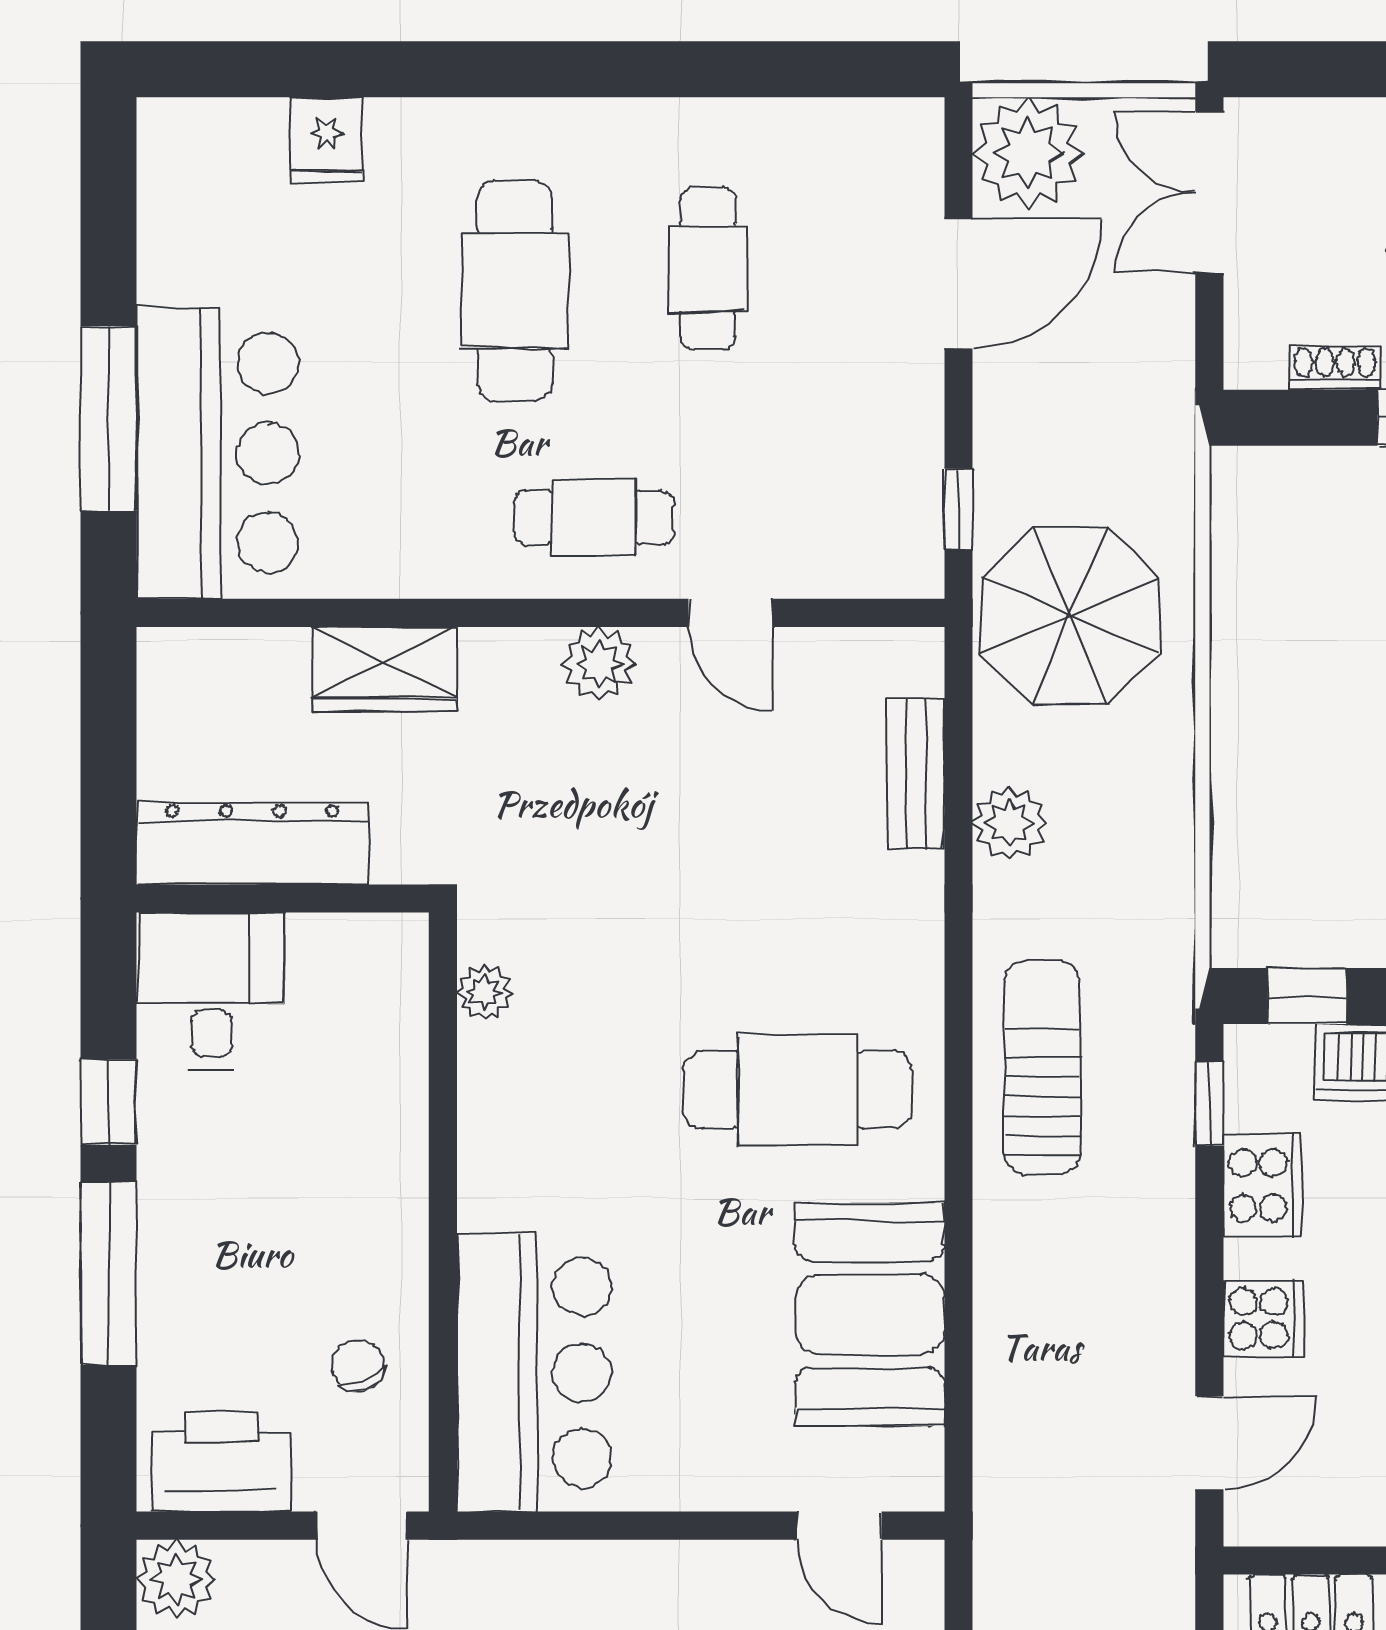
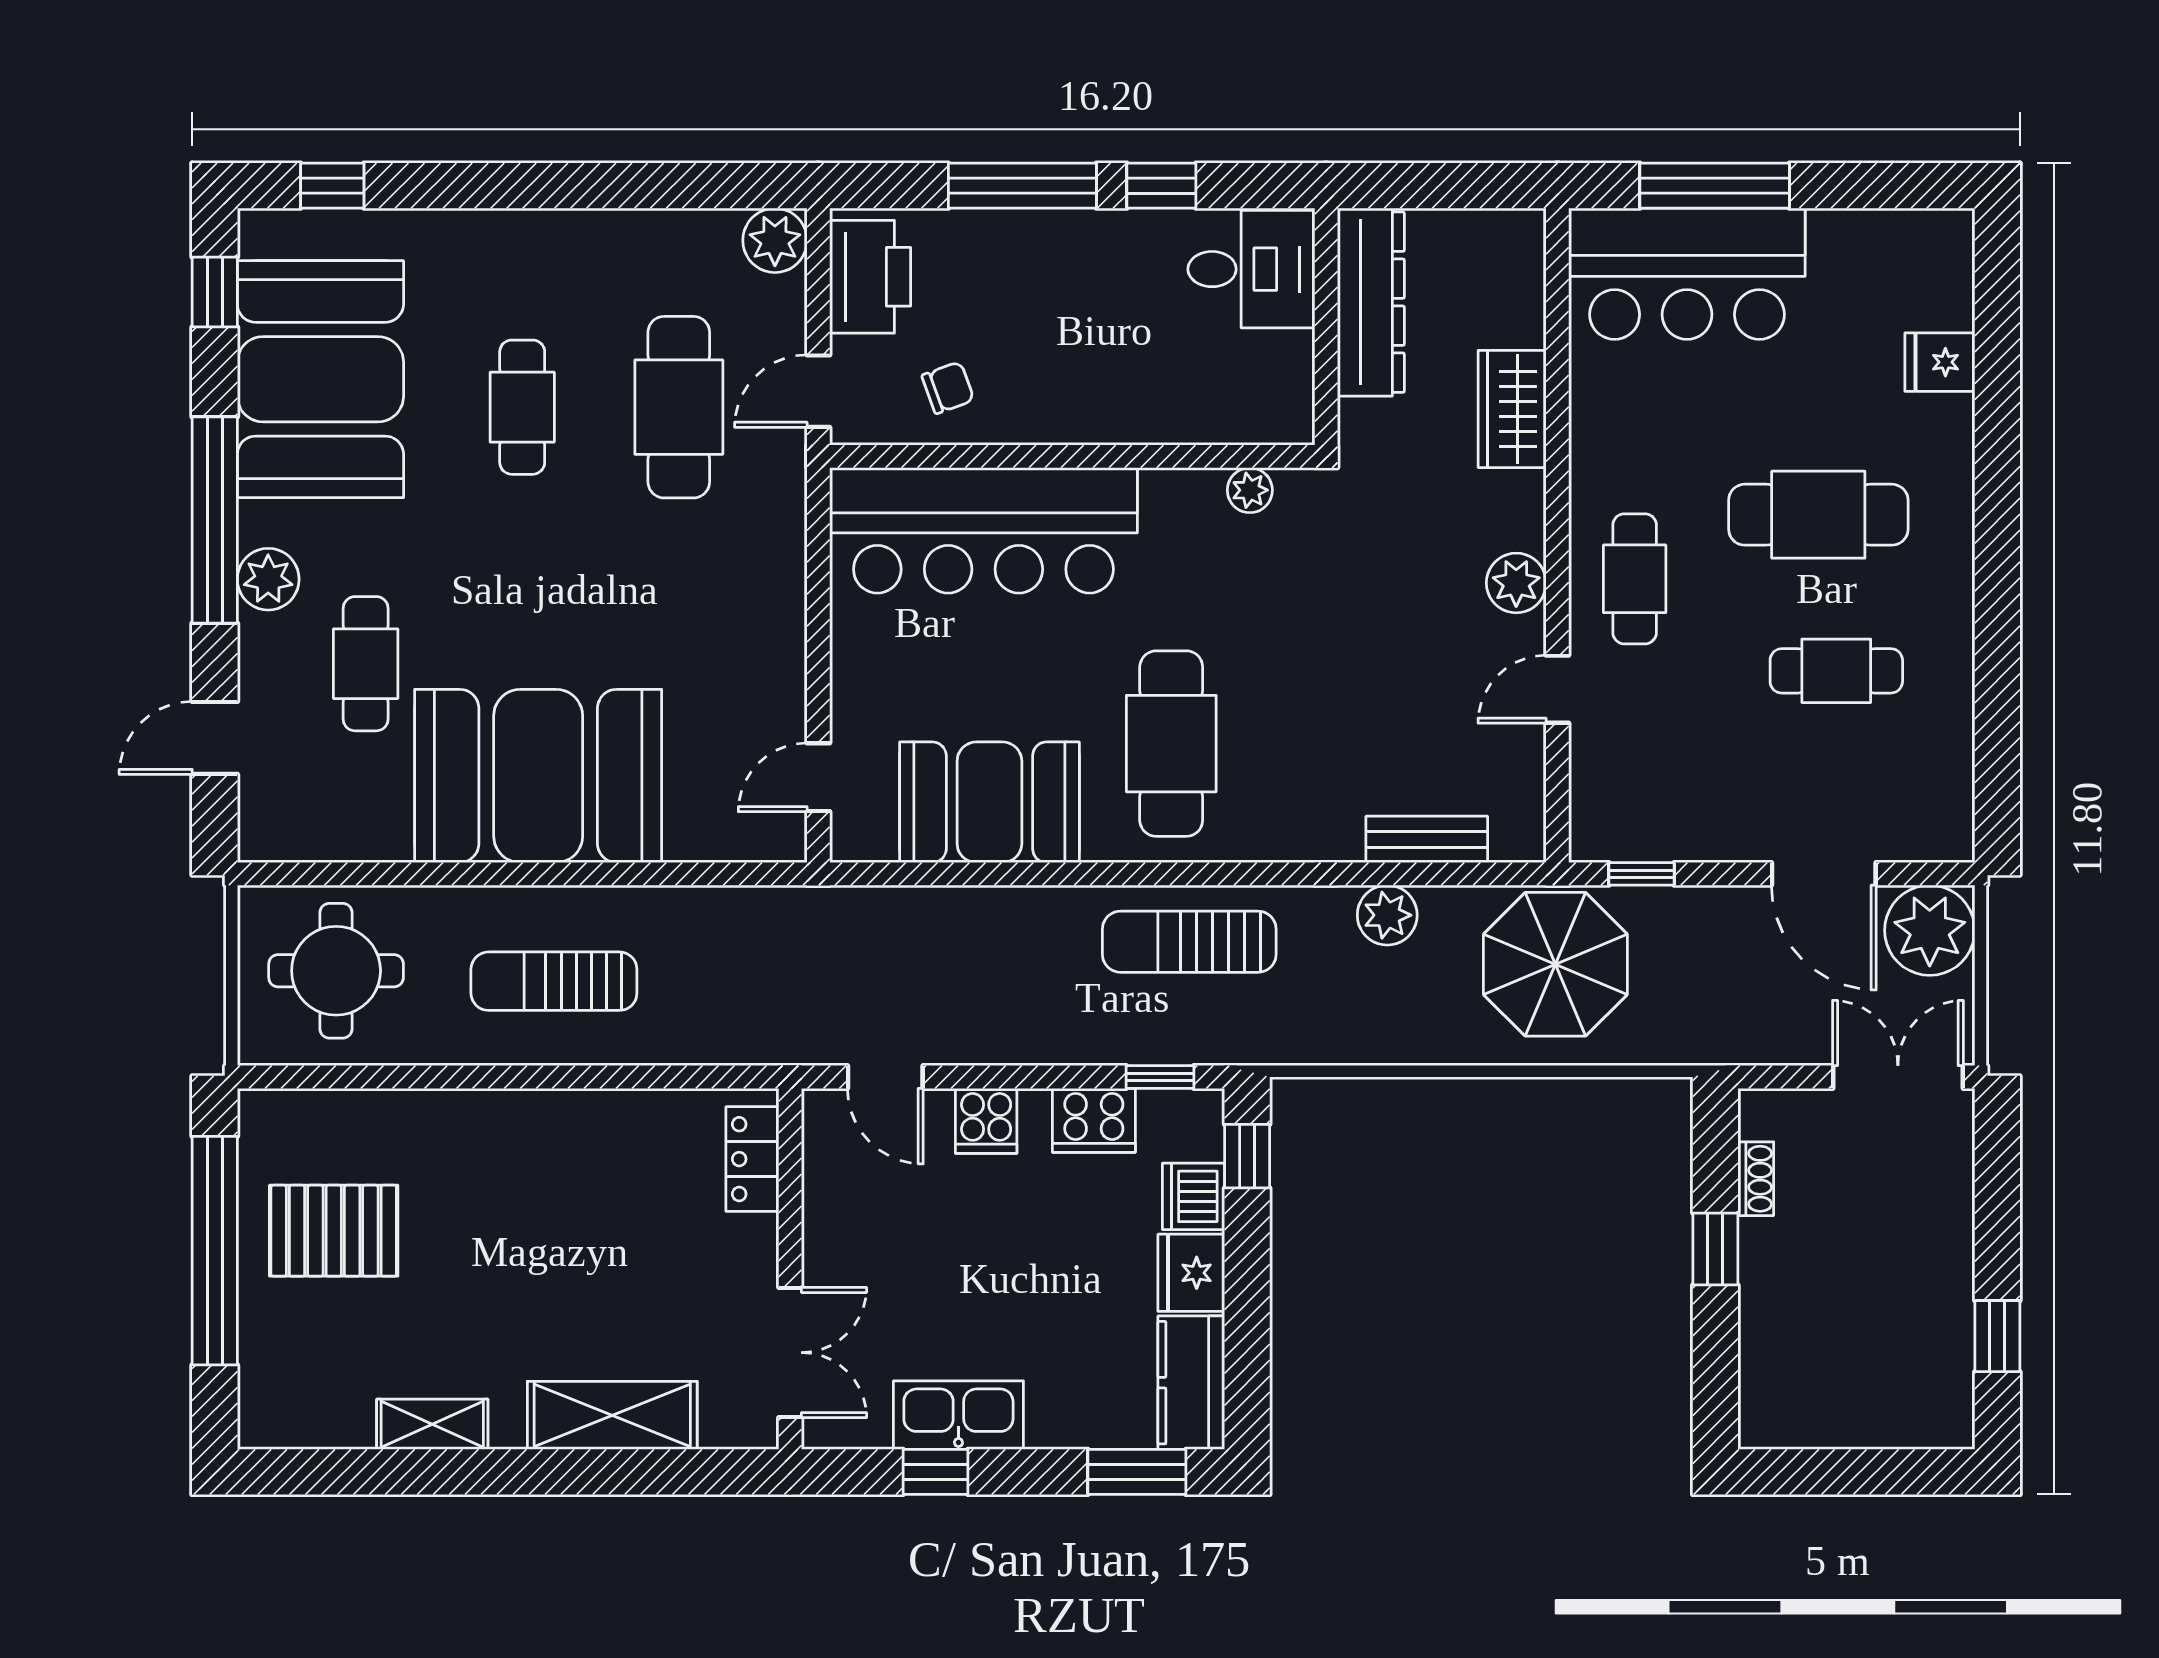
sun lounger: (1042, 1068) -> (1189, 942), turned 180
bar counter: (534, 1372) -> (983, 530), width x1.36

